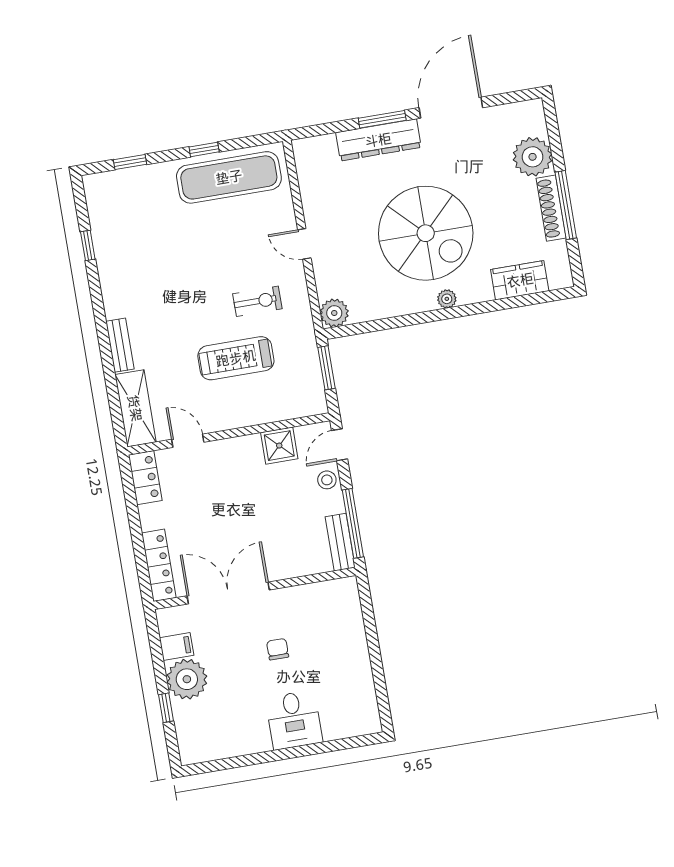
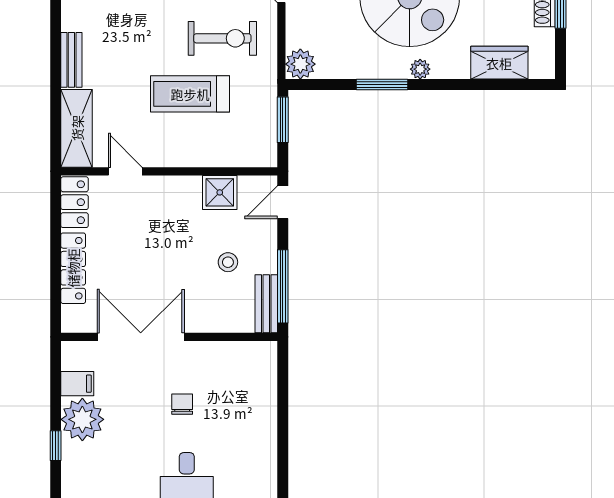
exercise bike: (257, 301) -> (222, 38), width x1.38, depth x1.39
window: (414, 319) -> (382, 84), added
stool: (327, 480) -> (228, 262), moved
locker: (159, 565) -> (73, 268), moved

